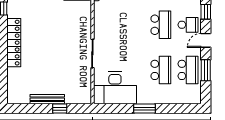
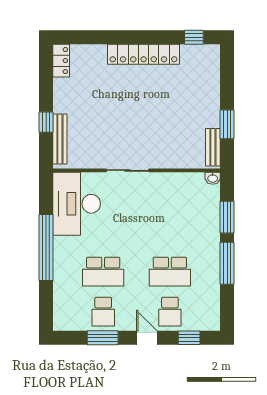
school desk: (188, 70) -> (103, 312), width x0.54
locker: (18, 98) -> (61, 61), added
bench: (47, 99) -> (60, 139), moved
window: (145, 109) -> (46, 247), width x2.11

